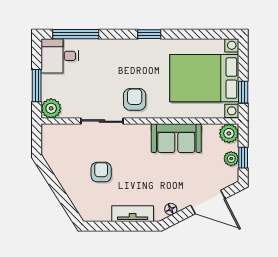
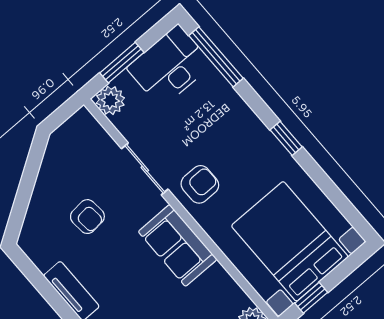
desk: (60, 56) -> (170, 66), width x1.37
sofa: (176, 138) -> (178, 245), moved
armchair: (101, 172) -> (87, 217), turned 85

